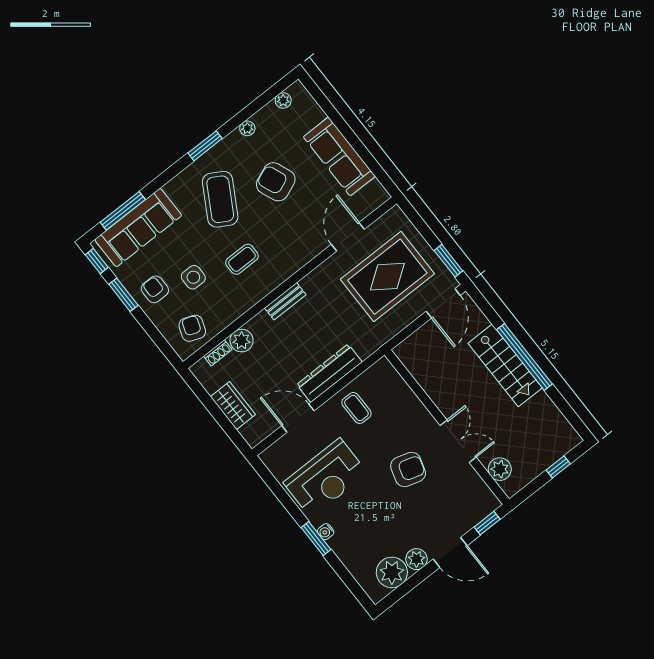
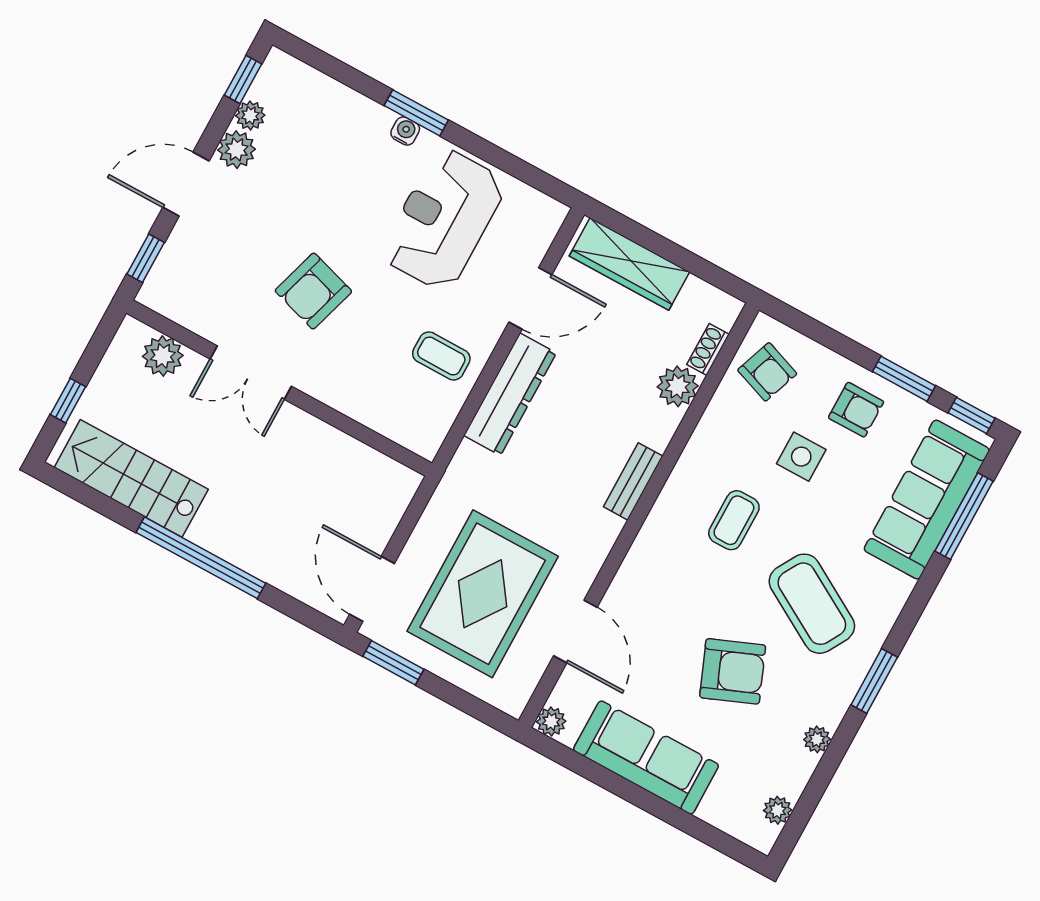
plant: (380, 196) -> (551, 722), added
stairs: (505, 365) -> (131, 478), moved
wardrobe: (233, 406) -> (629, 264), width x1.50
plant: (392, 572) -> (250, 115), width x0.53, depth x0.53
window: (398, 594) -> (243, 80), added

